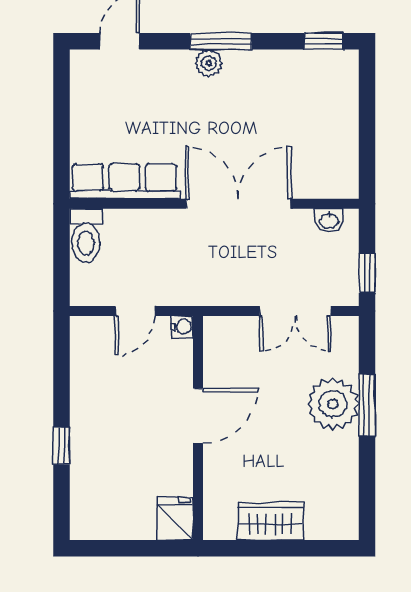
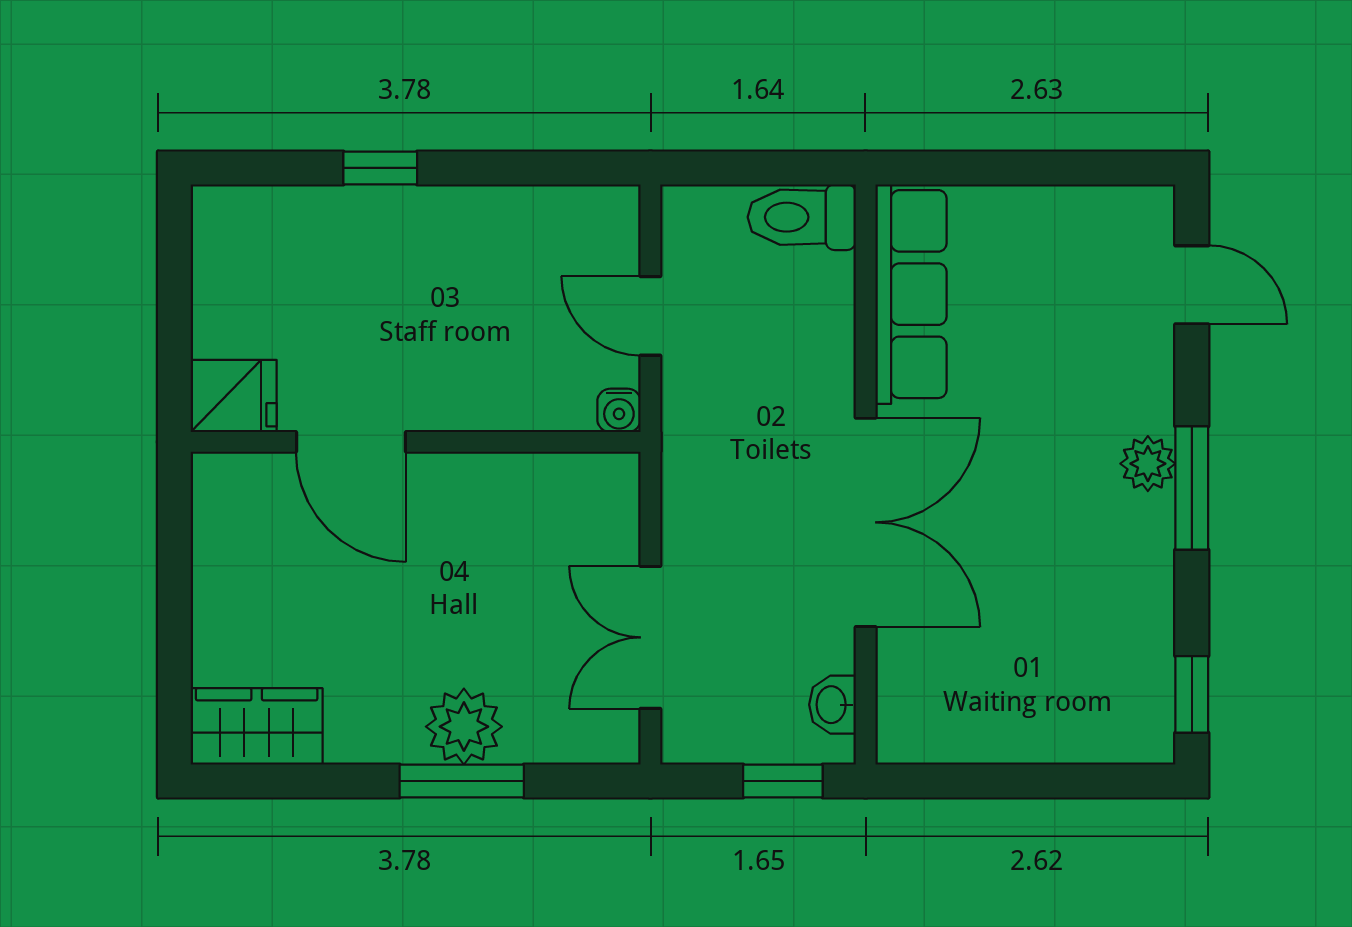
window: (367, 273) -> (783, 781), moved
plant: (333, 404) -> (464, 727), width x0.73, depth x0.73
door: (198, 416) -> (351, 442), moved
wardrobe: (270, 521) -> (257, 726), moved, turned -90

